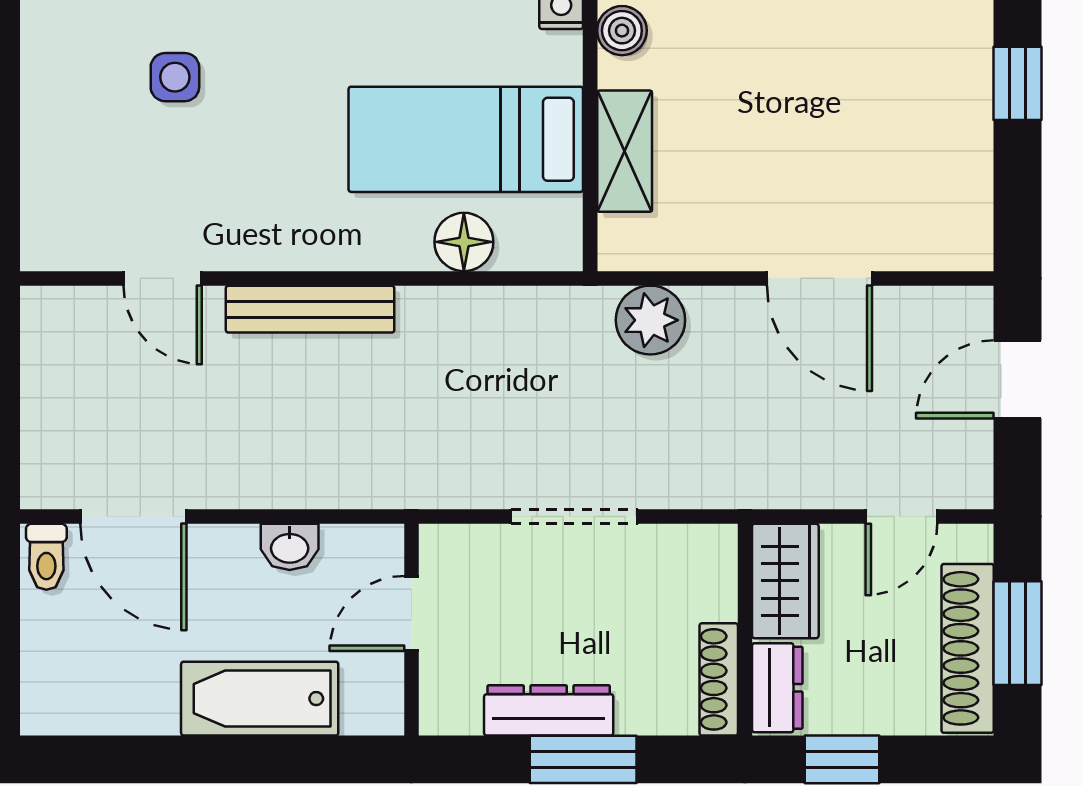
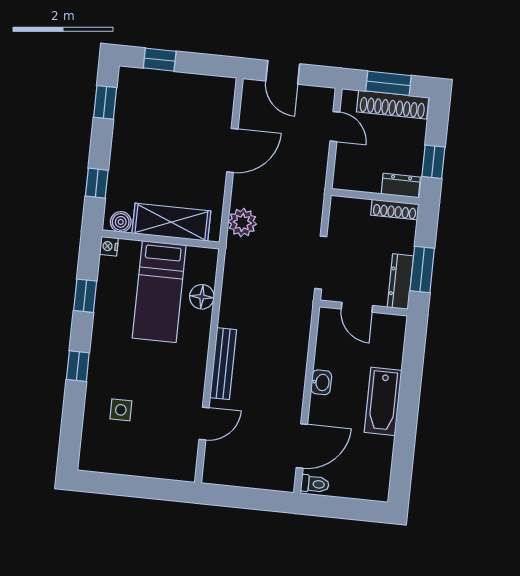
shelving: (625, 151) -> (171, 222), width x1.50, depth x1.33
wardrobe: (785, 581) -> (357, 178), removed
door: (412, 614) -> (357, 307), moved
wall: (412, 630) -> (364, 308), moved

